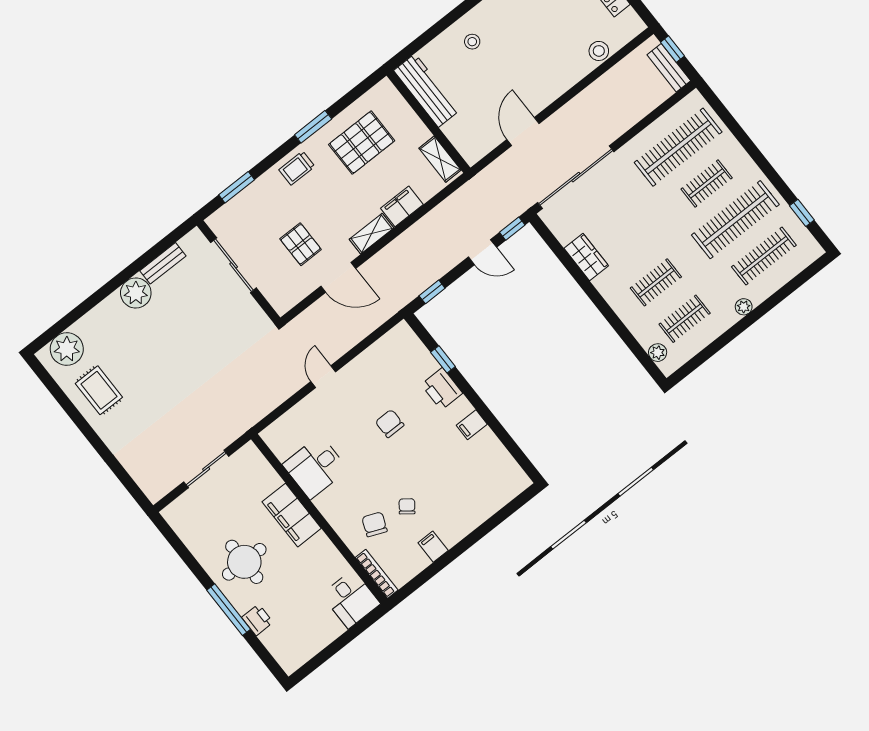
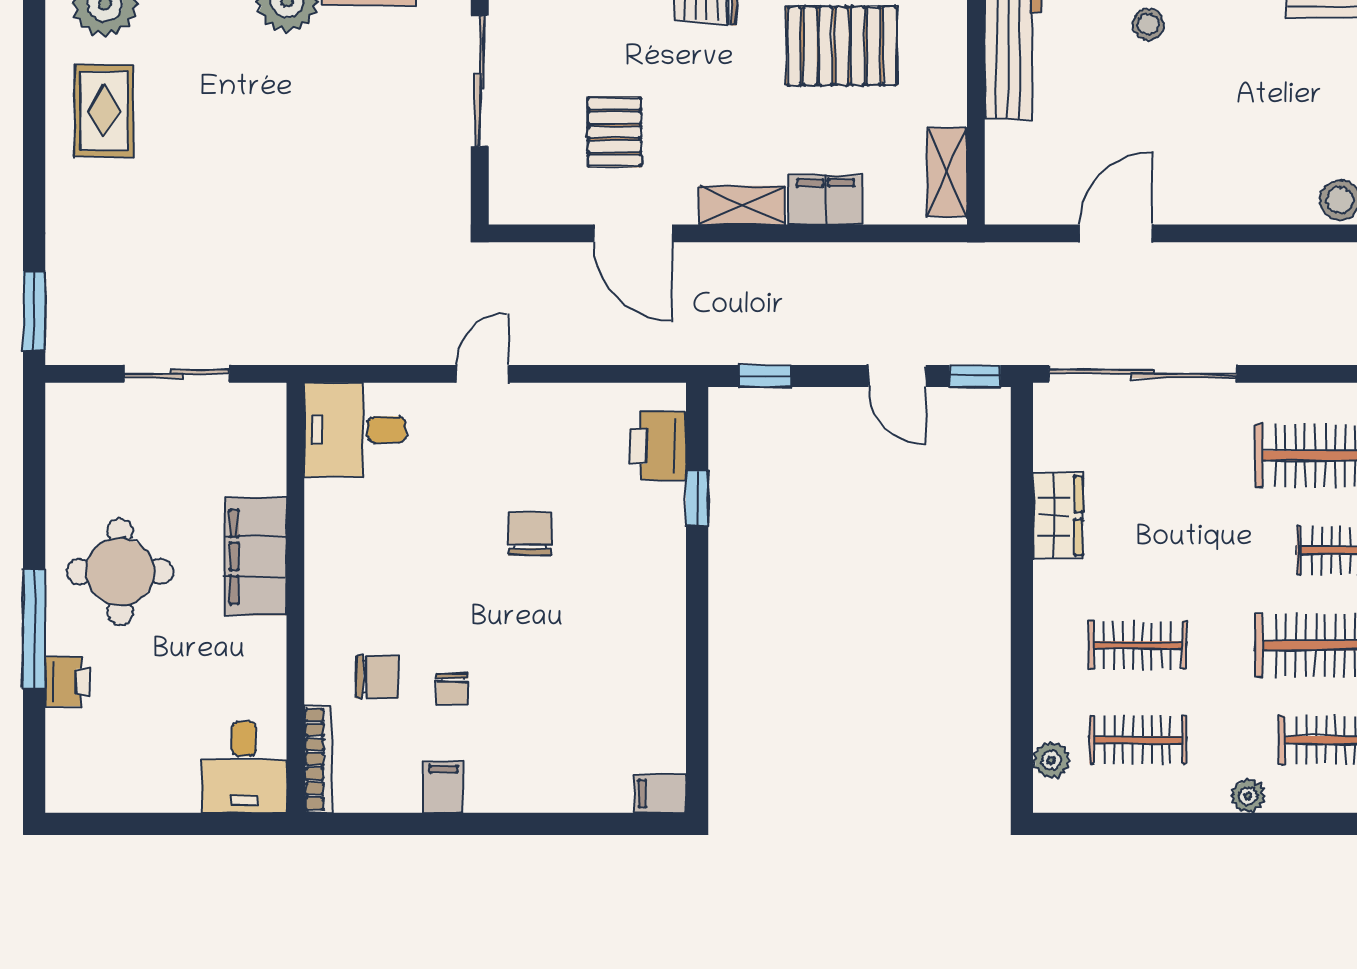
printer: (442, 389) -> (658, 446), moved
filing cabinet: (472, 425) -> (660, 794), moved
desk: (315, 467) -> (355, 430), moved
window: (133, 488) -> (34, 311), added
chair: (407, 506) -> (452, 689), turned 143
chair: (375, 524) -> (377, 677), turned 68

